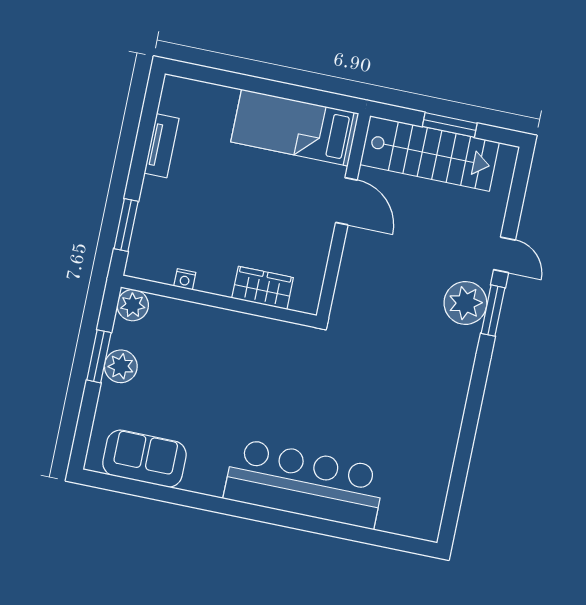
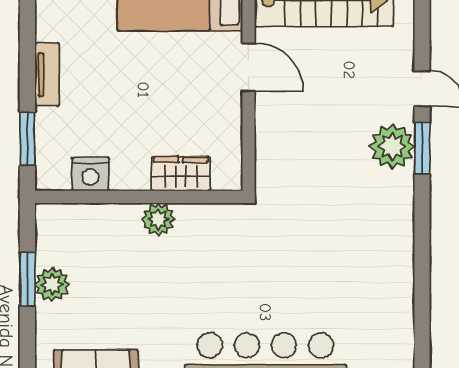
tv unit: (162, 146) -> (47, 75), moved
nightstand: (185, 279) -> (90, 174), width x1.89, depth x1.79
plant: (133, 305) -> (158, 219), moved

